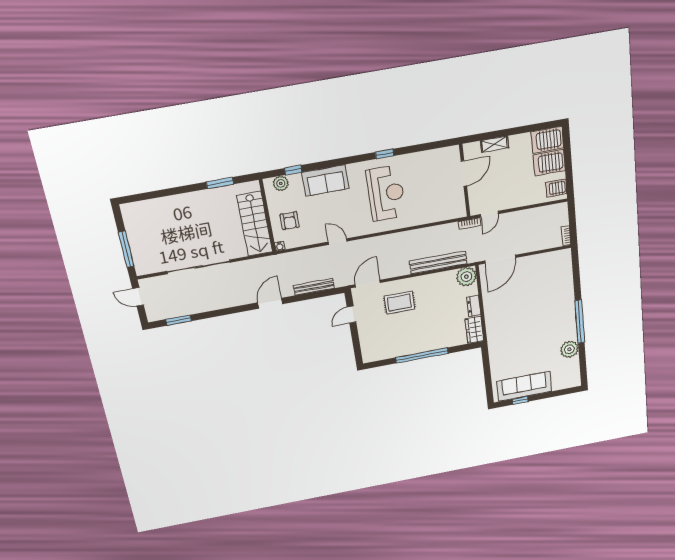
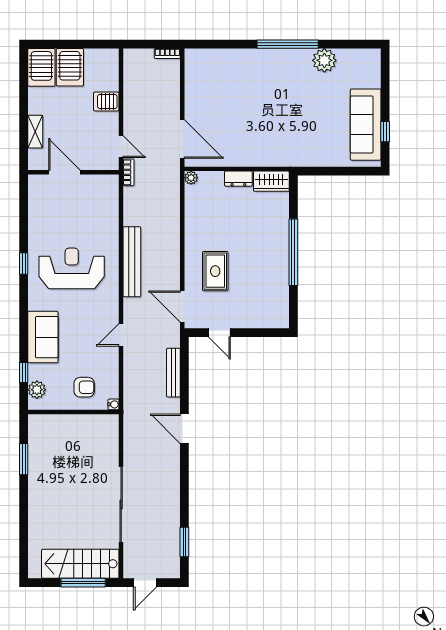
server rack: (556, 188) -> (106, 102), moved, turned 90
stairs: (255, 224) -> (80, 564), moved, turned 180
bench: (438, 262) -> (132, 262), moved
plant: (466, 277) -> (191, 178), width x0.53, depth x0.53

